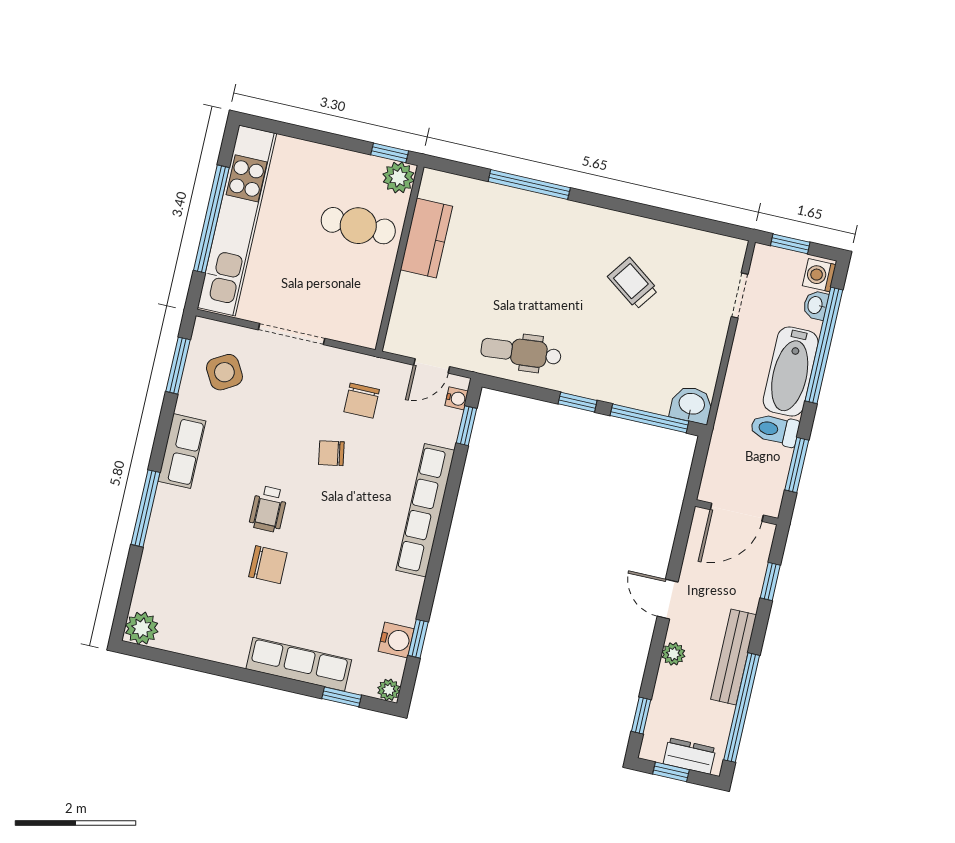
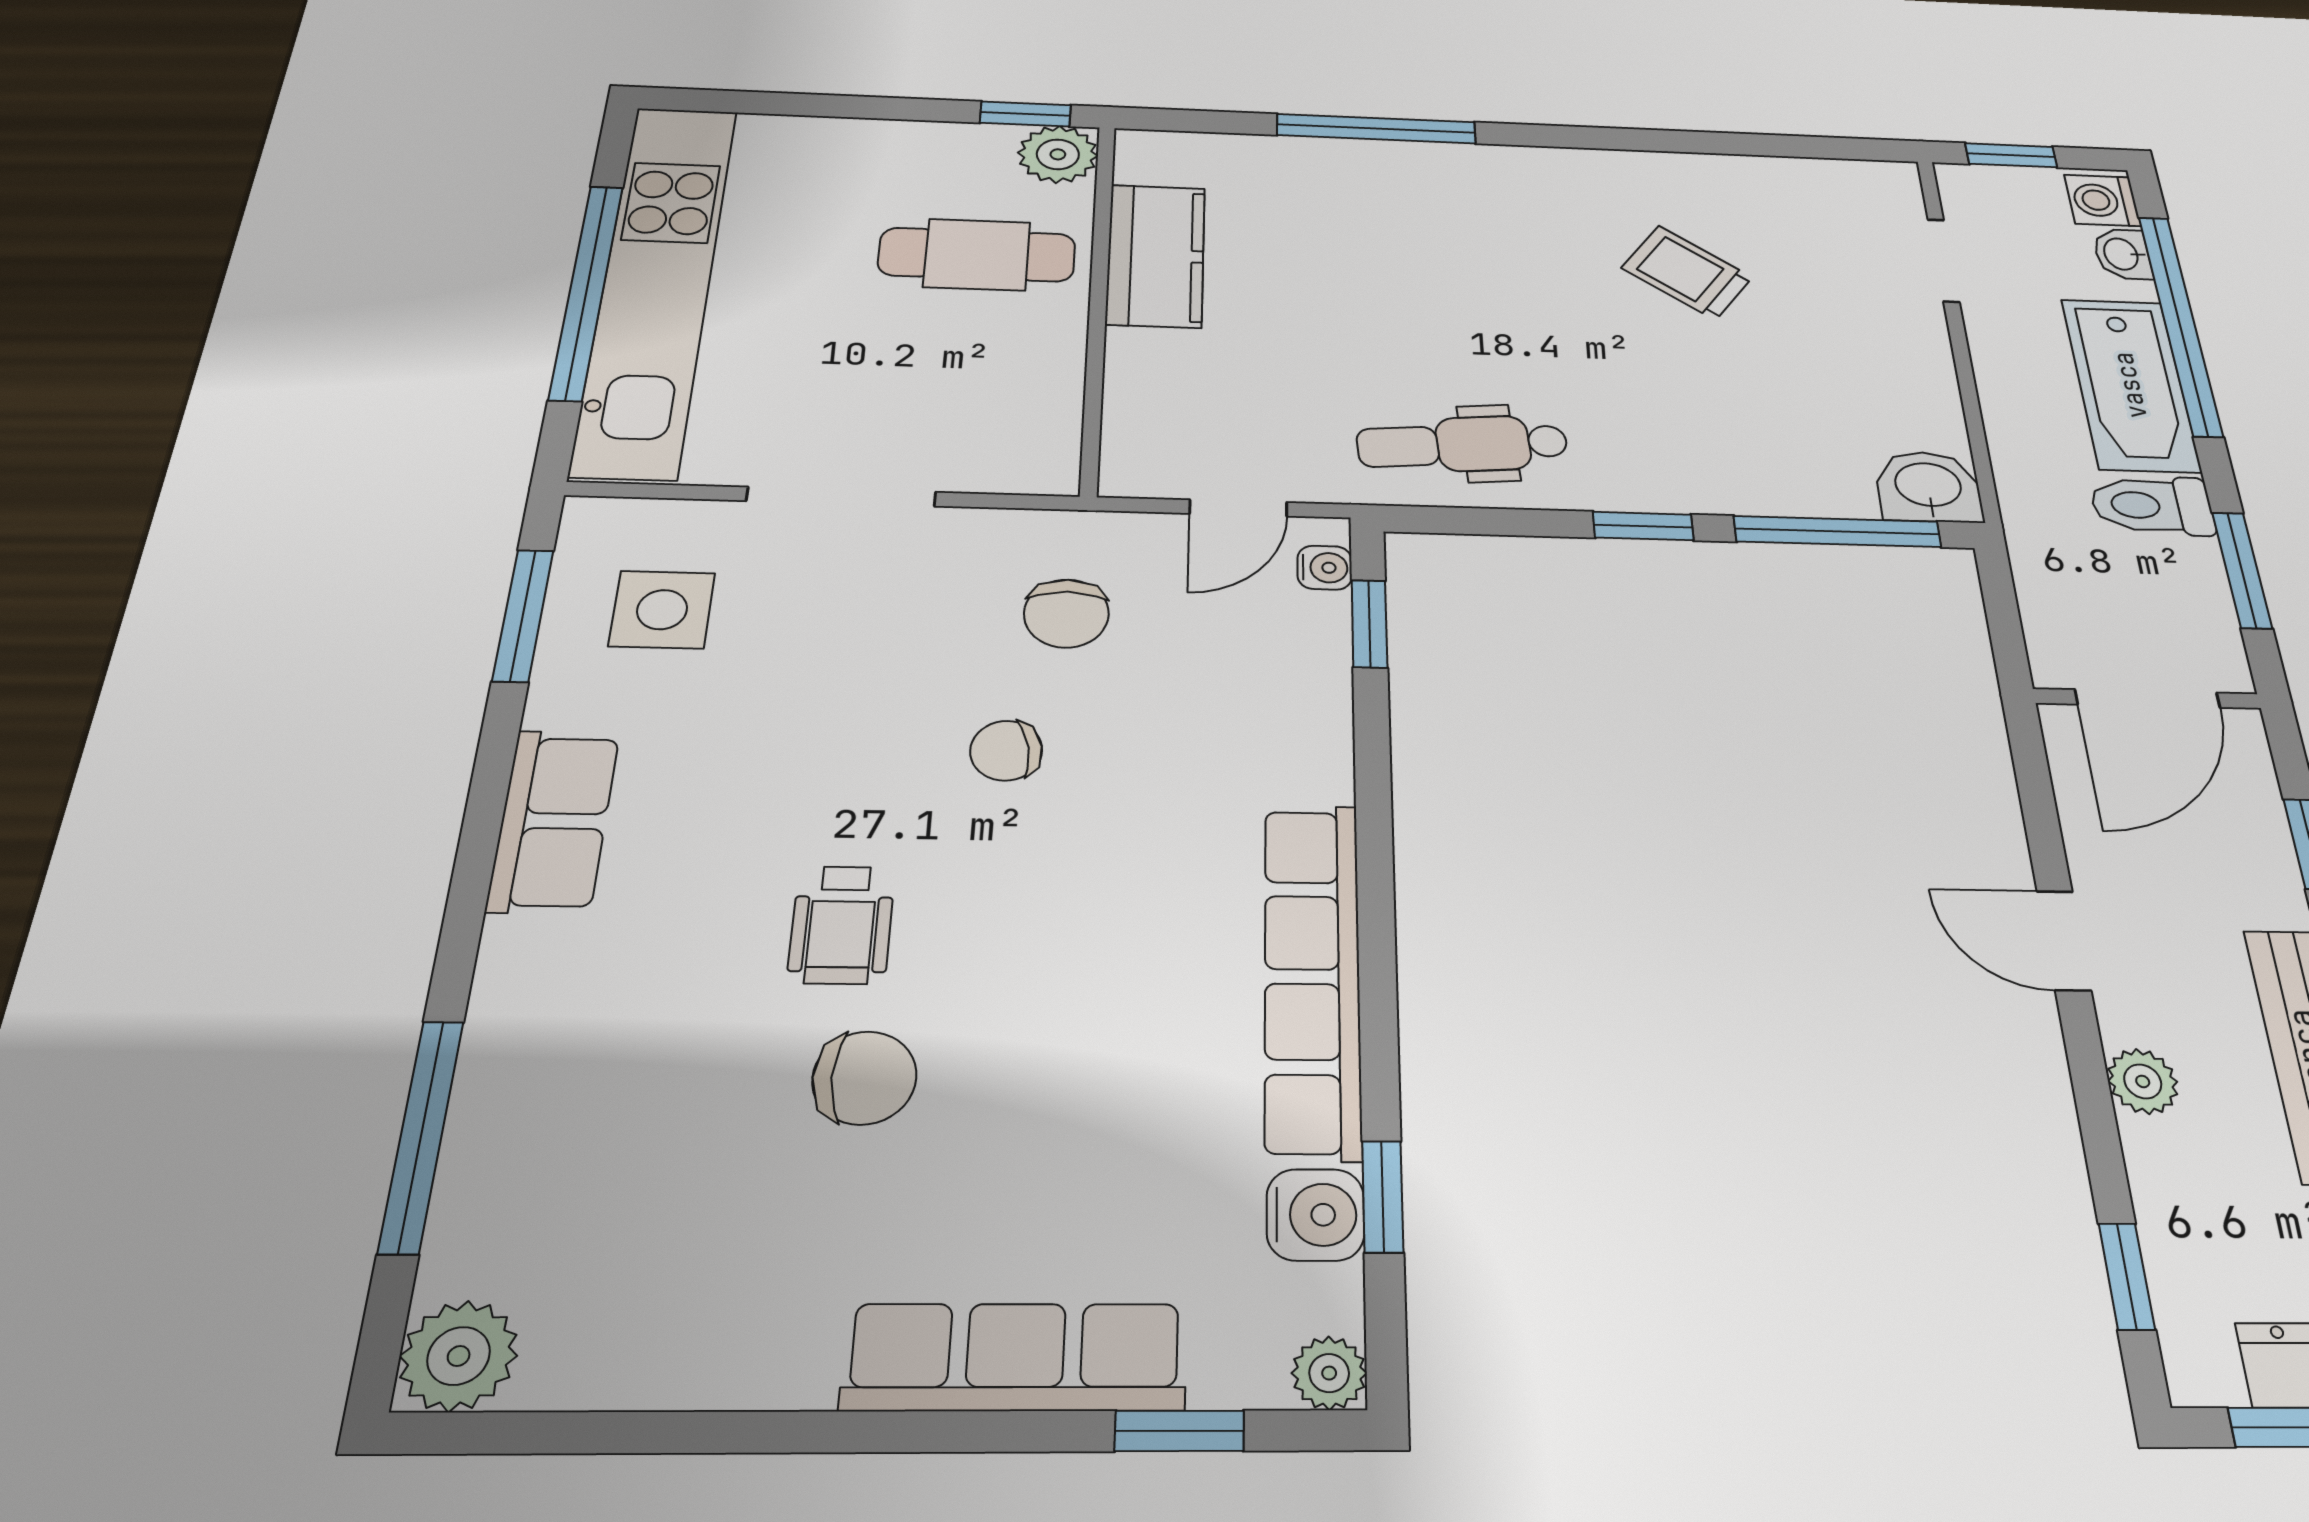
side table: (224, 372) -> (662, 610), turned 30
window: (146, 508) -> (421, 1135), moved
row of seats: (425, 510) -> (1312, 977), moved

